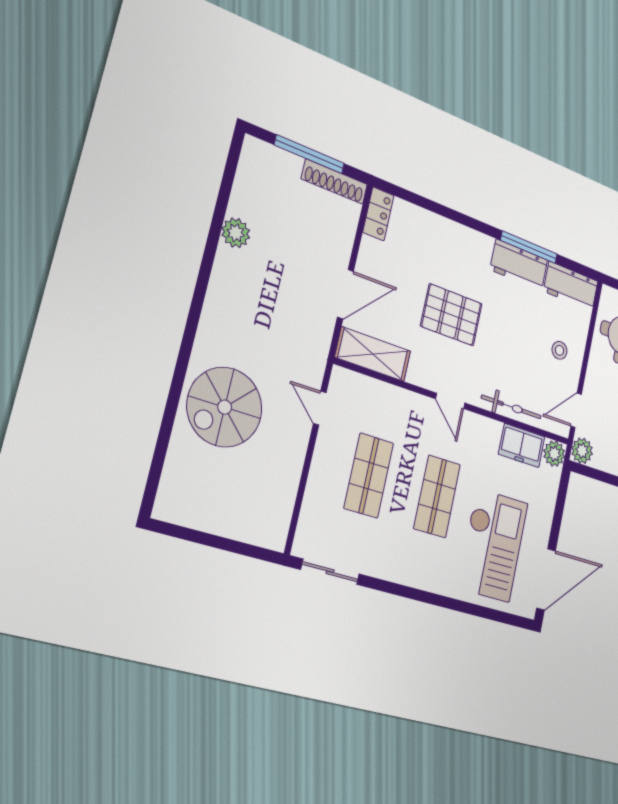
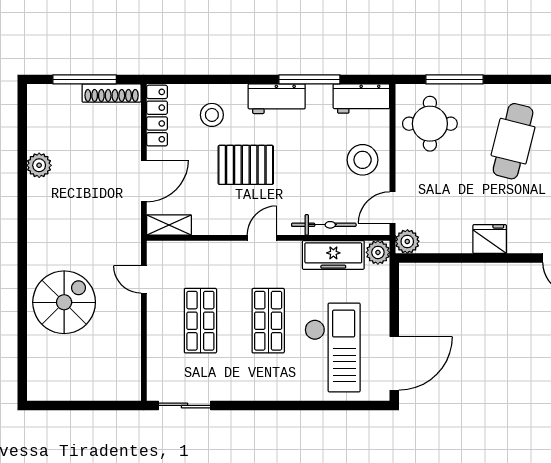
locker: (378, 214) -> (157, 116), width x1.53
stool: (430, 247) -> (212, 115), added
workbench: (519, 265) -> (277, 99), moved
stool: (560, 350) -> (363, 160), width x1.89, depth x1.89
shelving: (373, 354) -> (169, 225), width x0.67, depth x0.75
door: (450, 401) -> (262, 238), swing flipped
spiral stairs: (225, 407) -> (64, 302), turned 180
freezer: (522, 445) -> (333, 255), width x1.40

